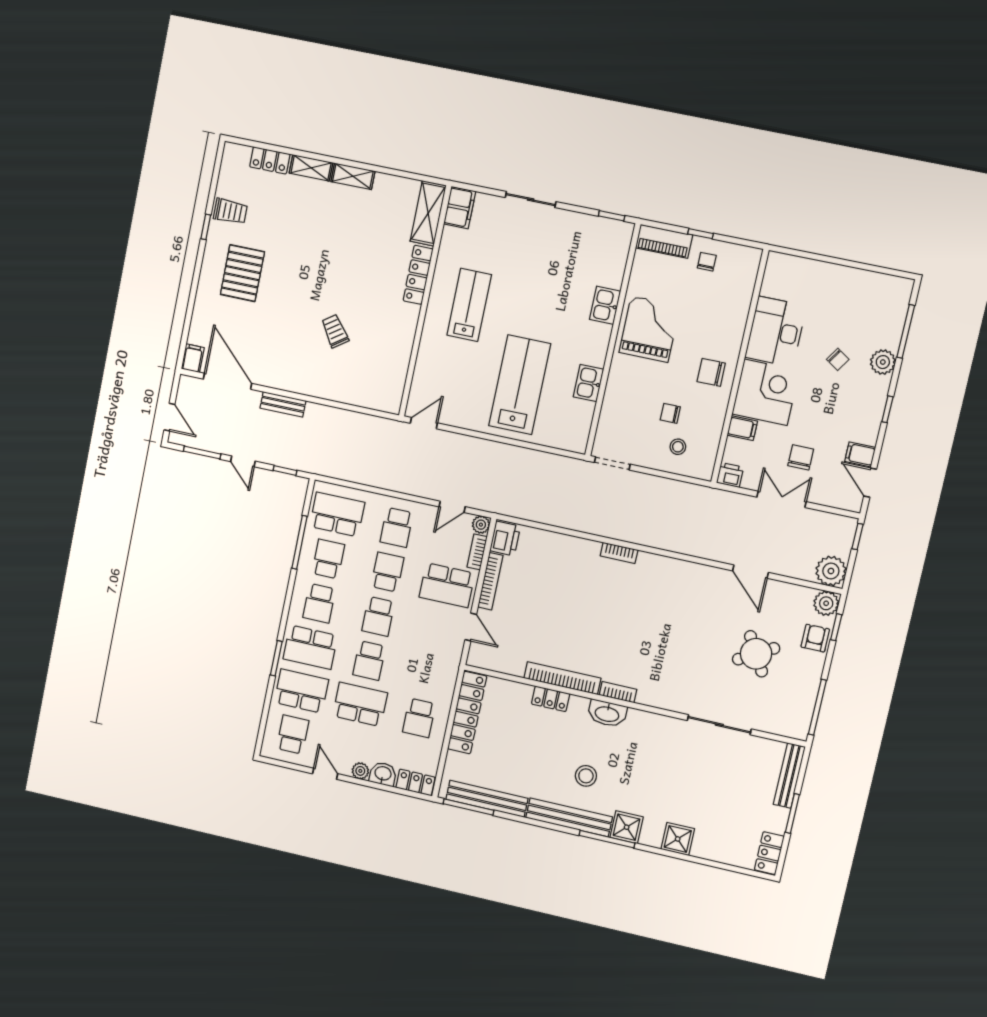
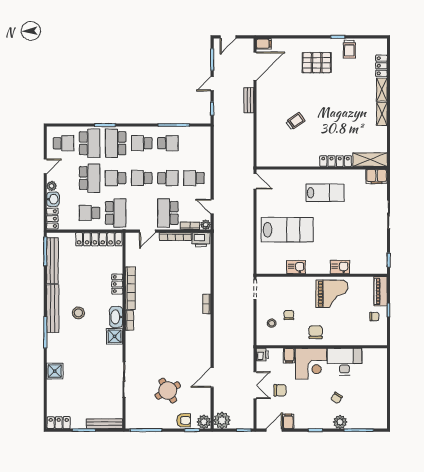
school desk: (337, 514) -> (116, 213), moved
shower: (627, 827) -> (115, 336), moved

